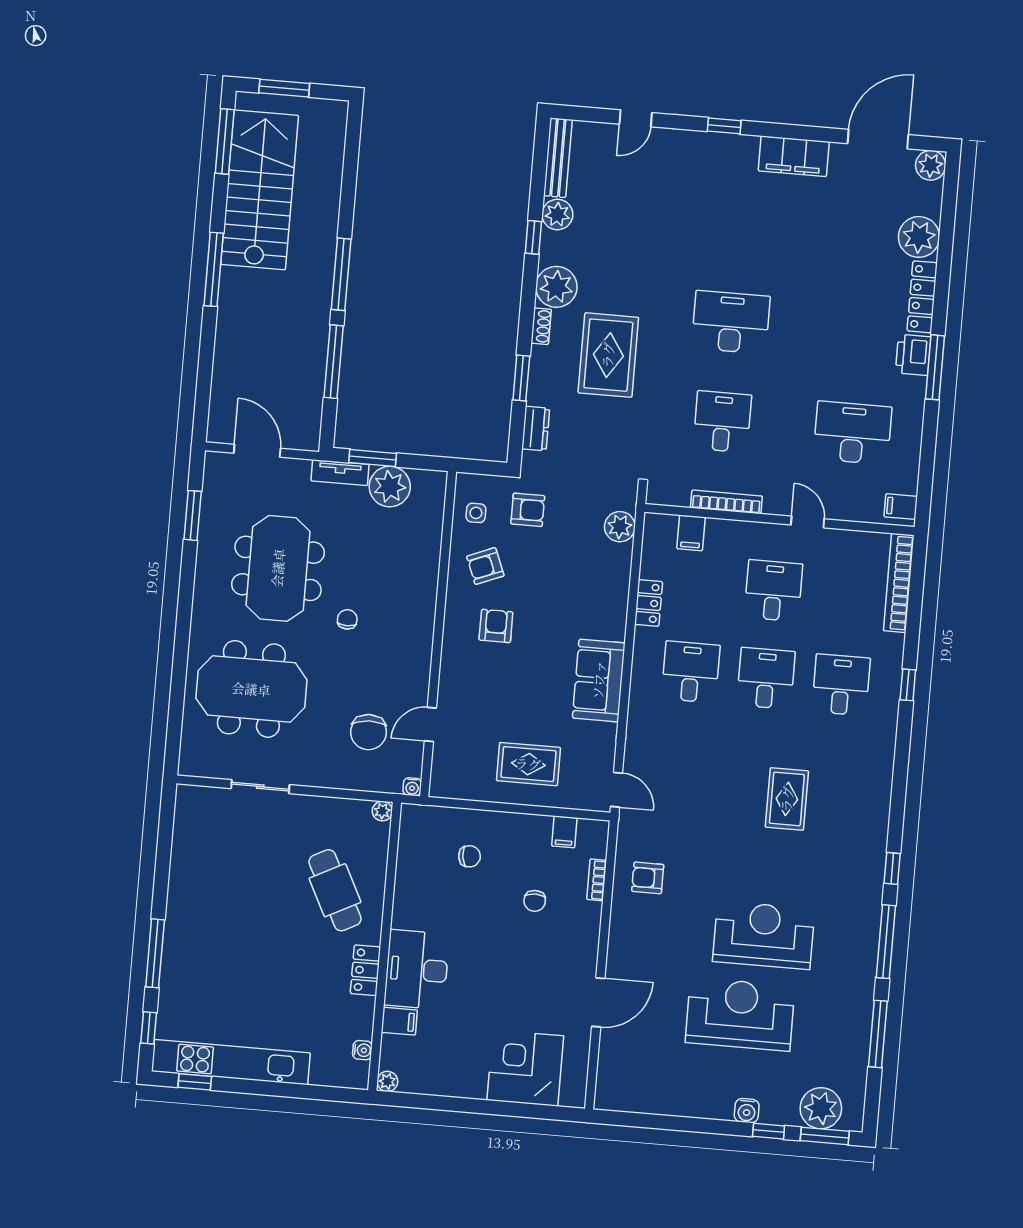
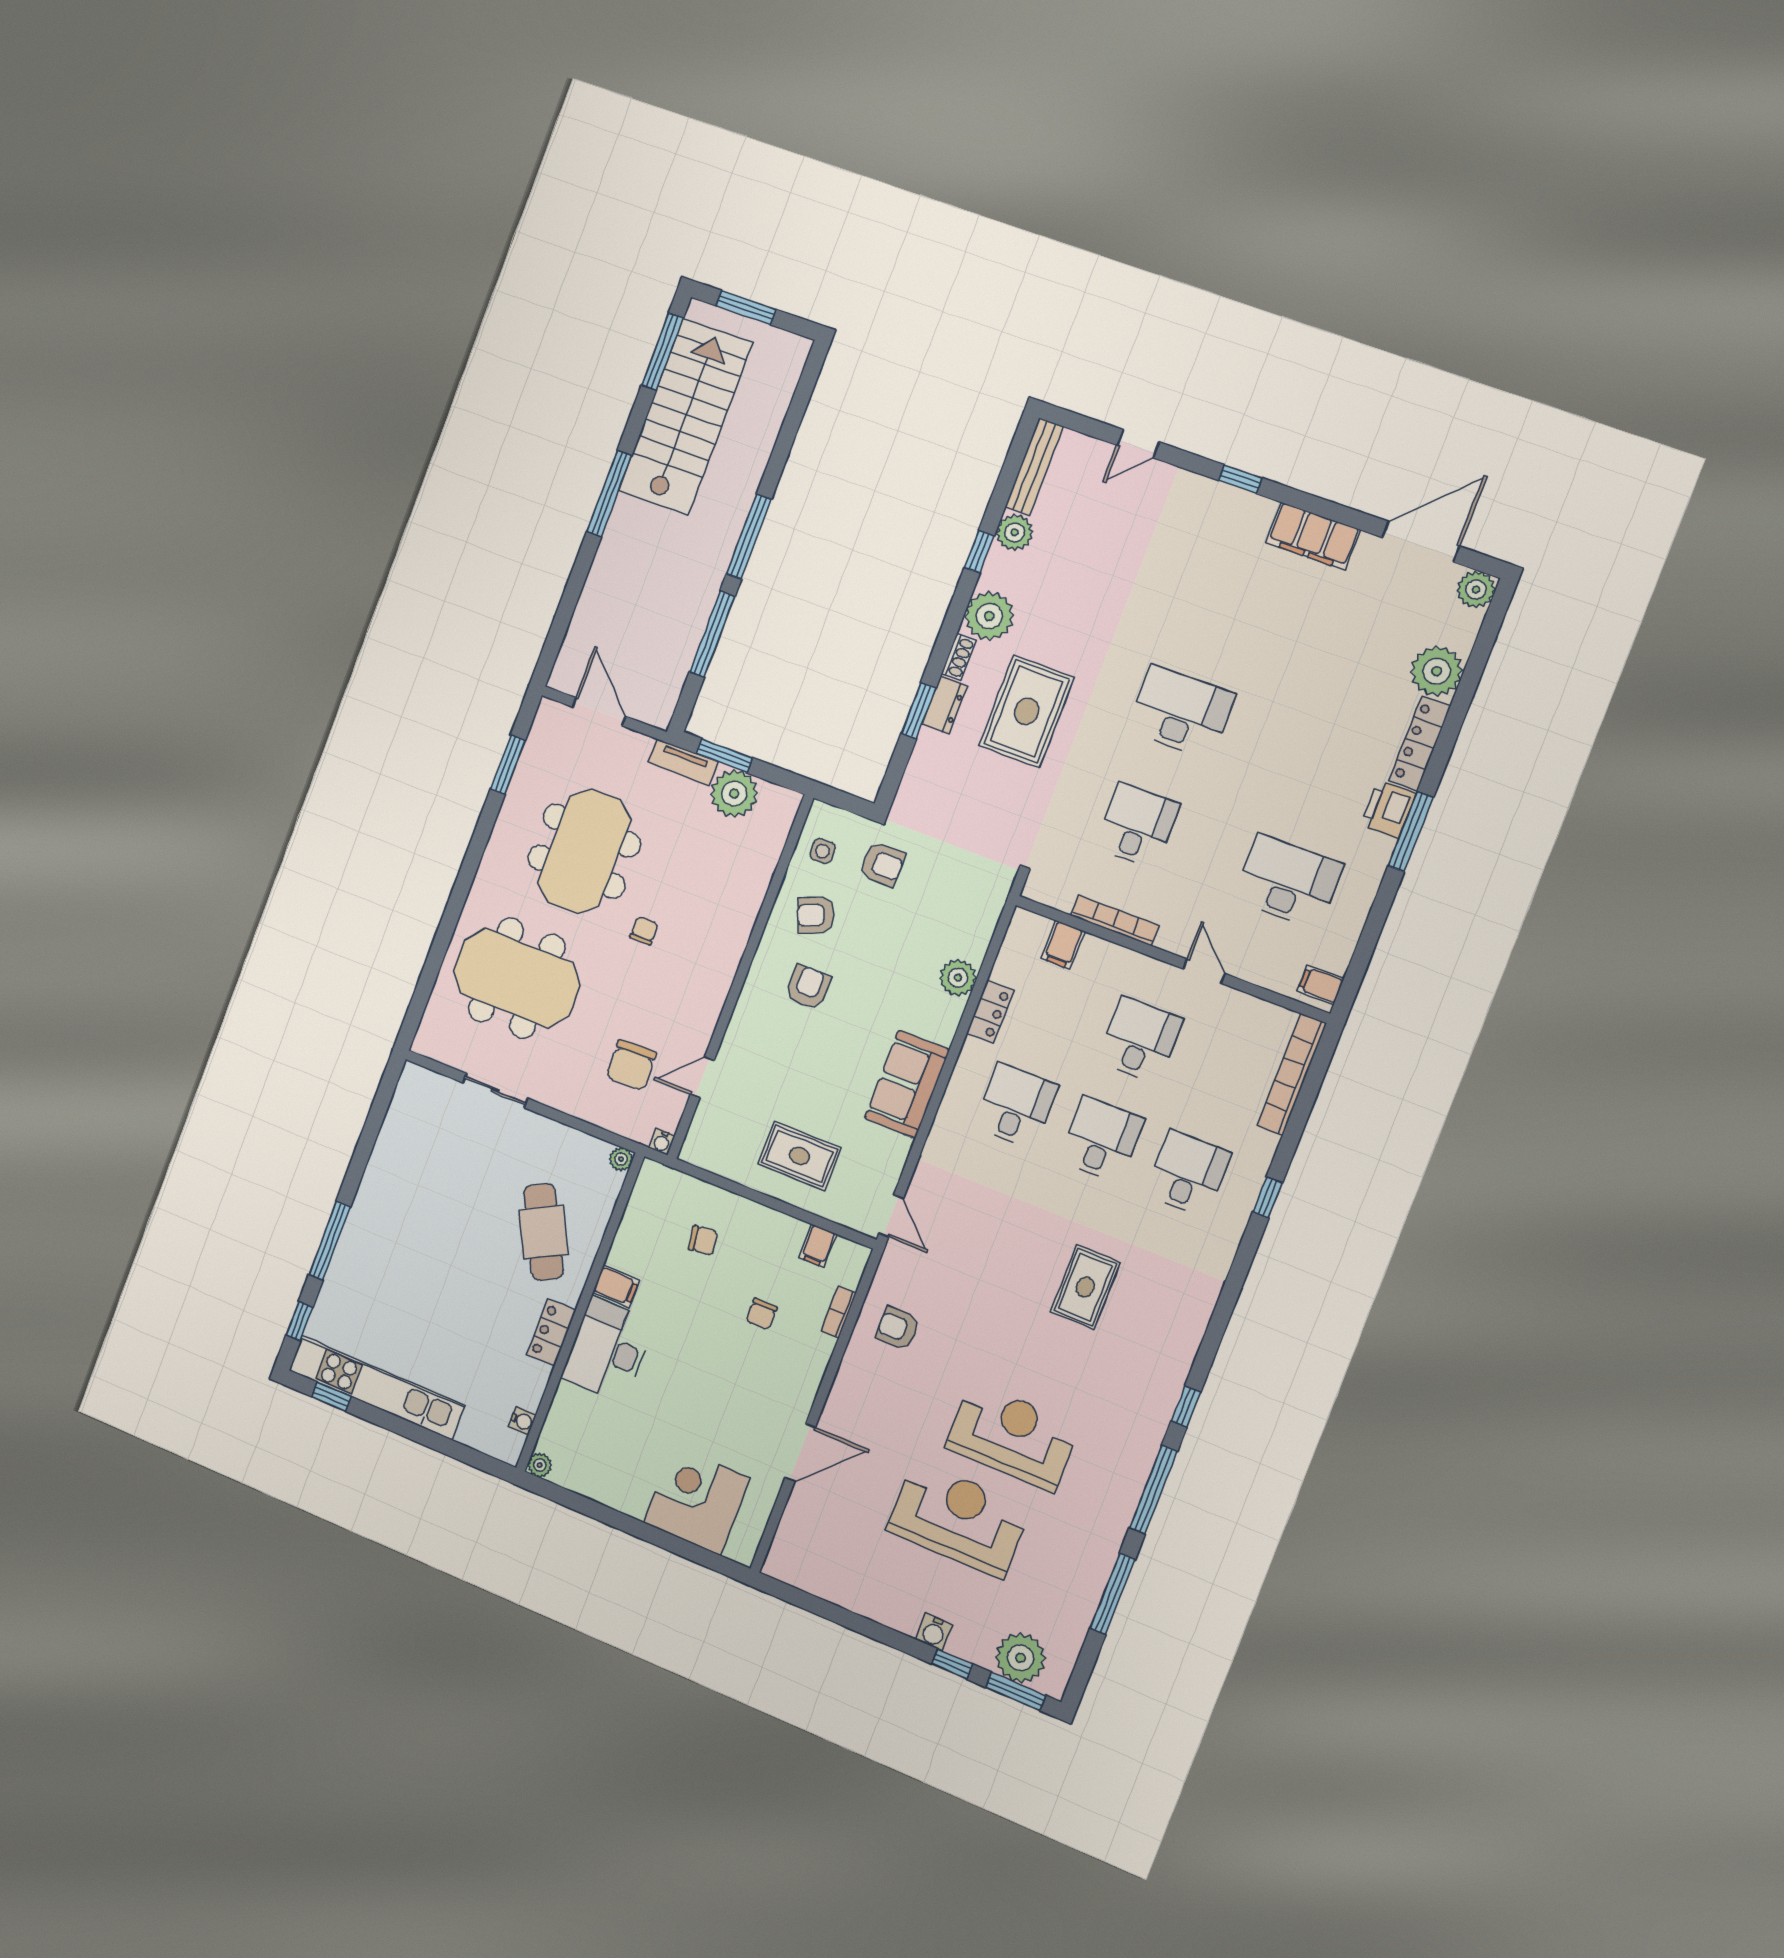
dresser: (536, 429) -> (945, 705), moved
plant: (620, 527) -> (958, 978), moved
filing cabinet: (399, 1021) -> (616, 1286), moved

